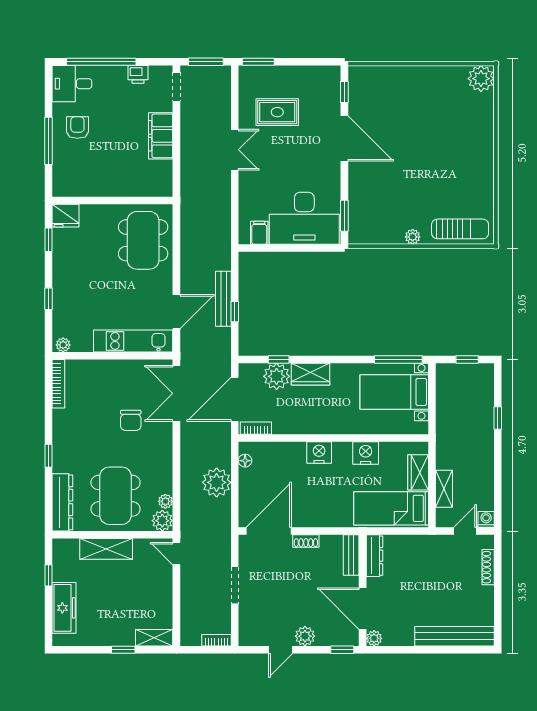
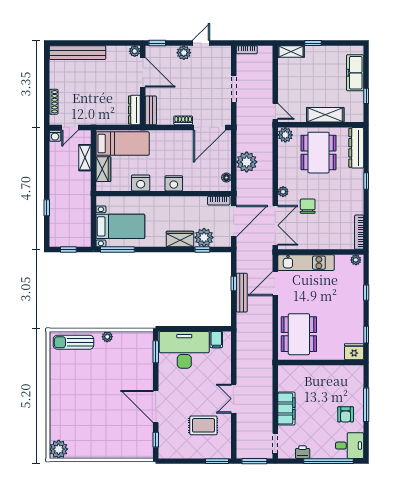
plant: (165, 501) -> (283, 192), moved

